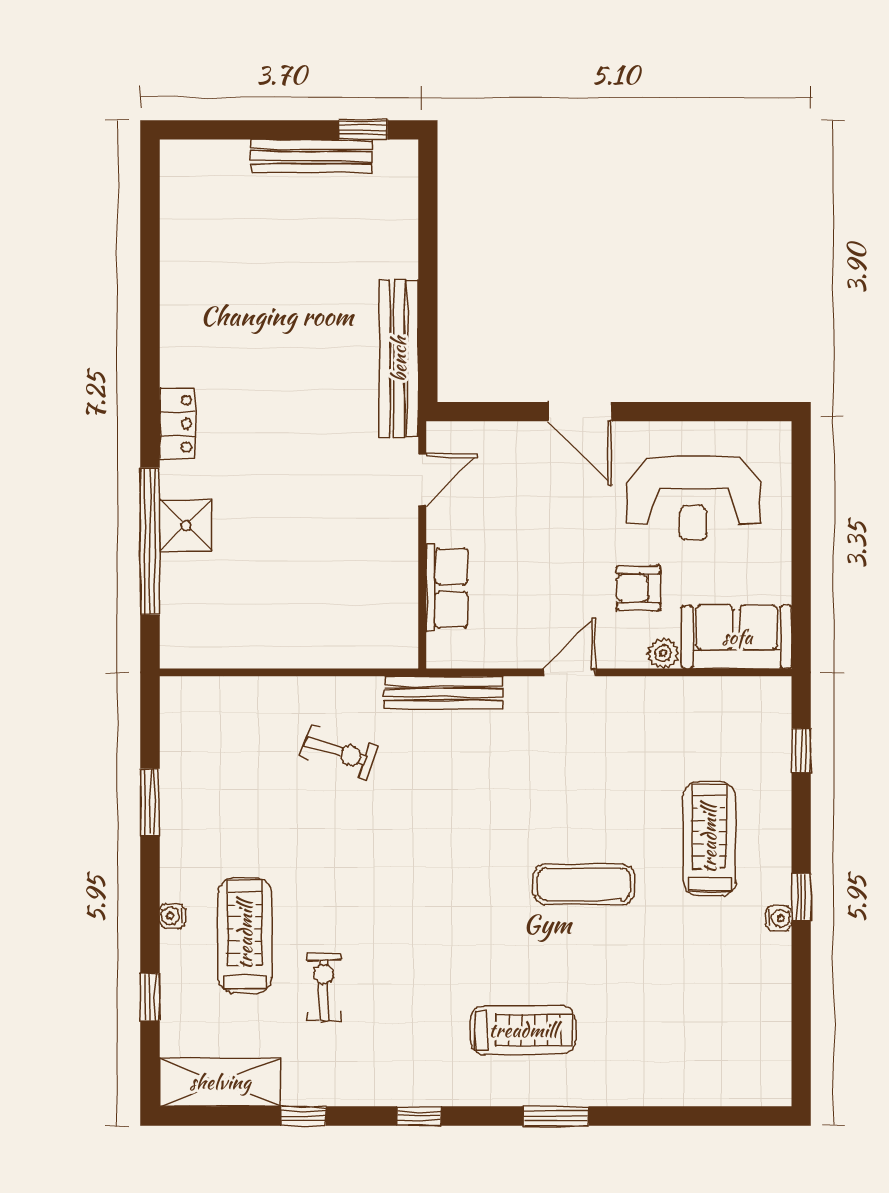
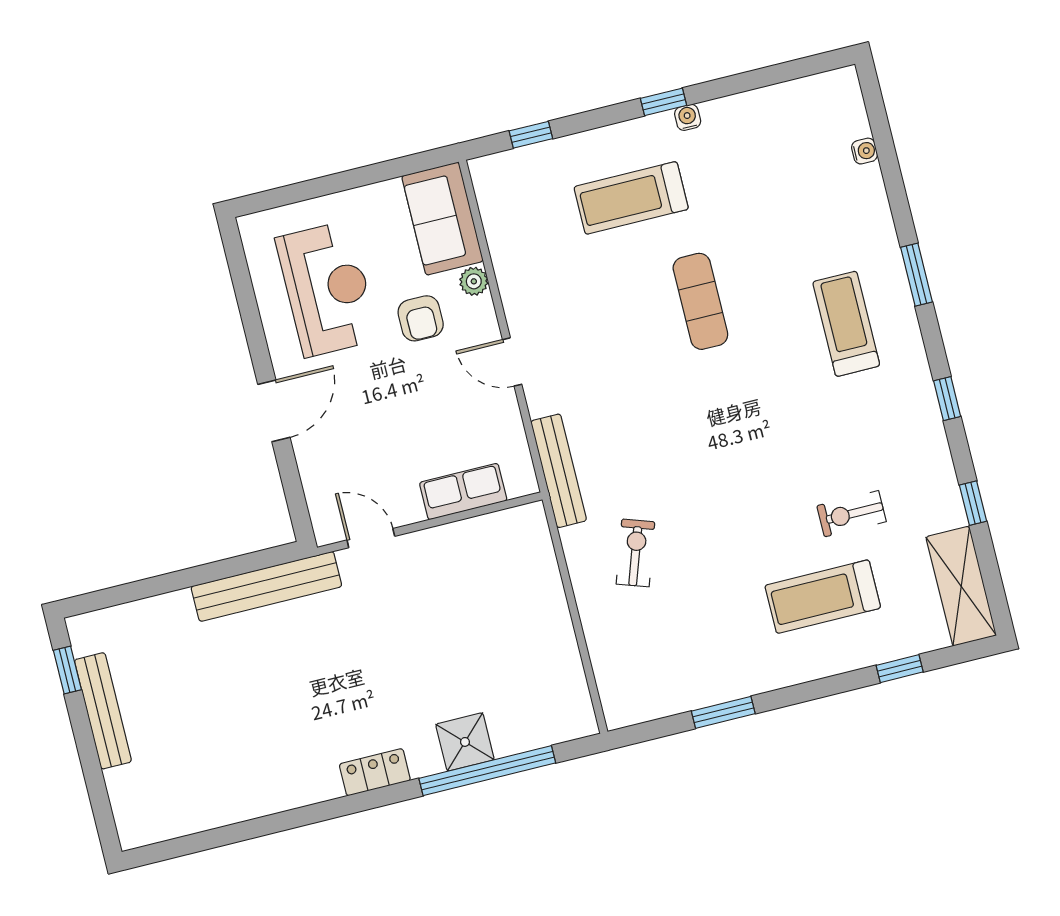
water cooler: (172, 916) -> (865, 151), moved, turned -90

